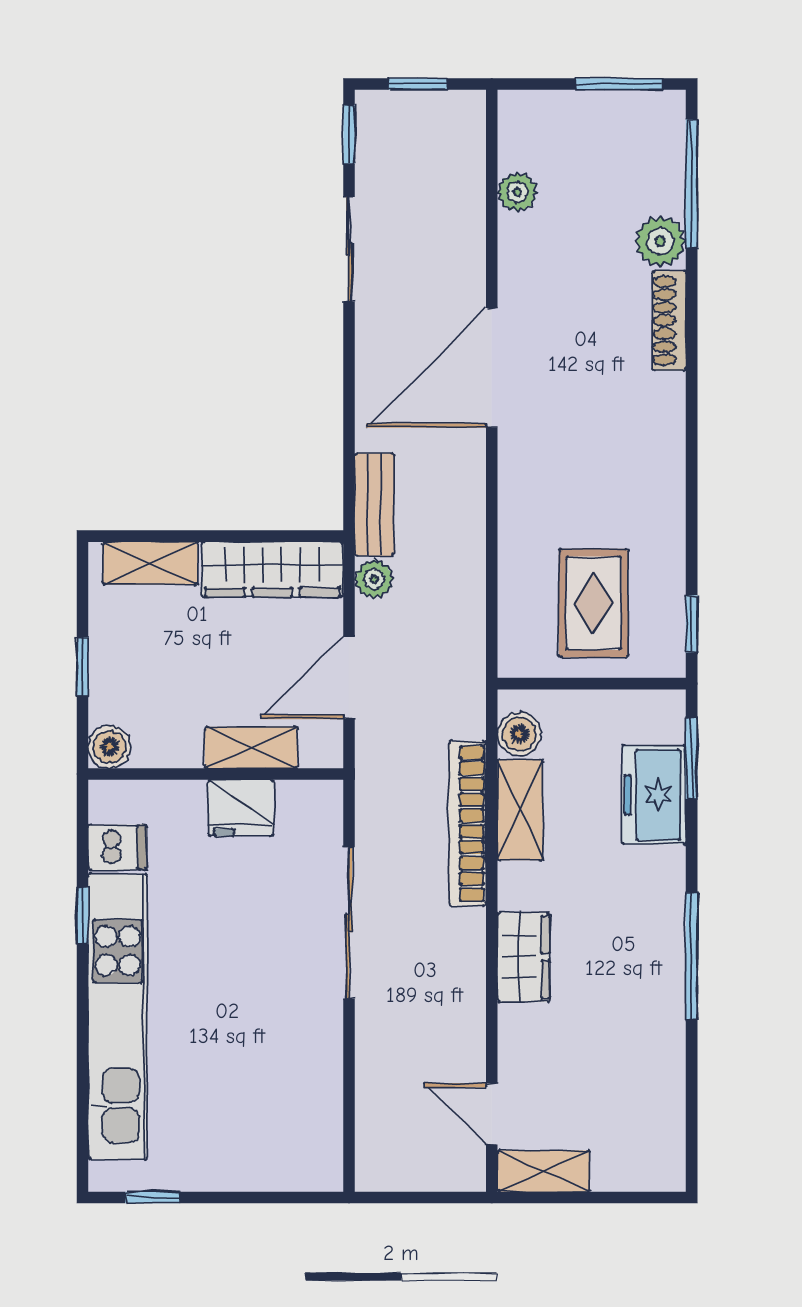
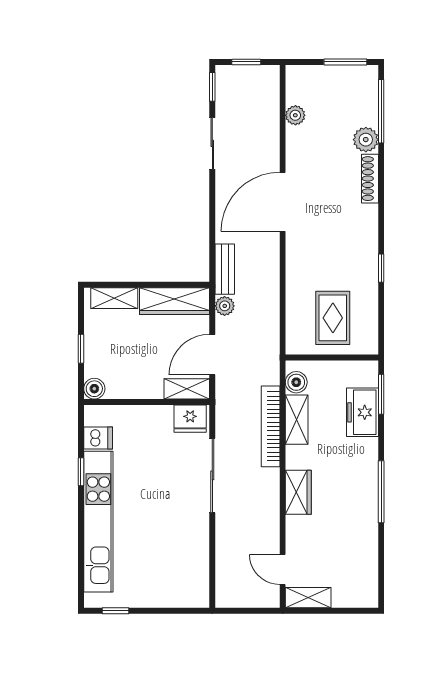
window: (692, 624) -> (381, 268), moved
shelving: (251, 748) -> (187, 389), moved
fridge: (241, 808) -> (190, 419), moved

